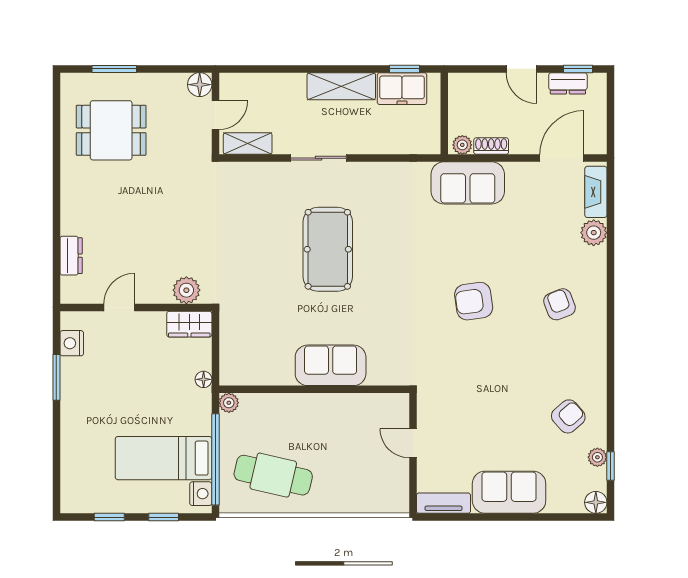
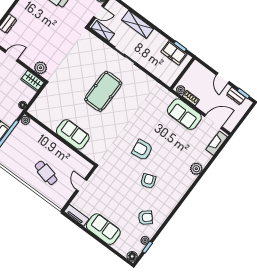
shelving: (341, 86) -> (138, 24), moved
sofa: (468, 183) -> (184, 114), moved
plant: (594, 233) -> (196, 169), moved
armchair: (560, 304) -> (148, 181), moved
cafe table: (273, 475) -> (46, 173), moved, width x0.73, depth x0.74

